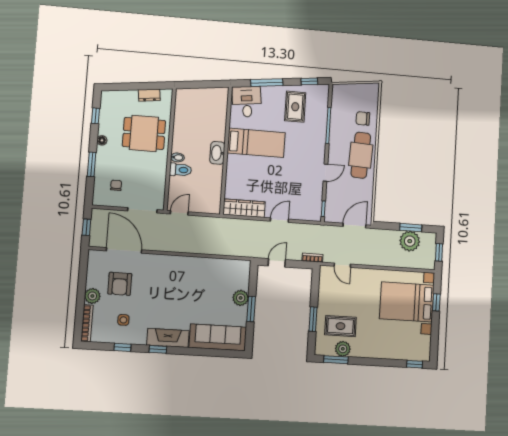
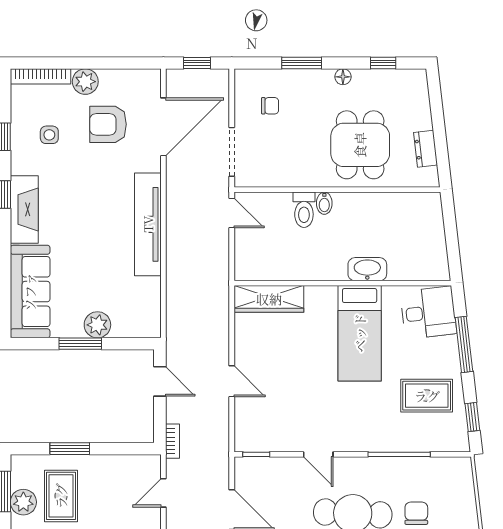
washbasin: (217, 153) -> (367, 269), moved
wardrobe: (244, 208) -> (269, 299), moved, turned 90
tv unit: (182, 264) -> (148, 224), added

